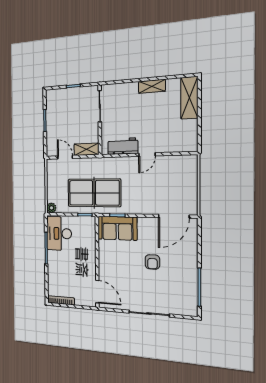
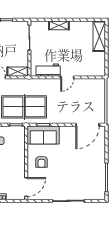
shelving: (152, 86) -> (59, 25), moved
armchair: (152, 262) -> (42, 162), moved
door: (97, 292) -> (26, 187), hinge flipped

